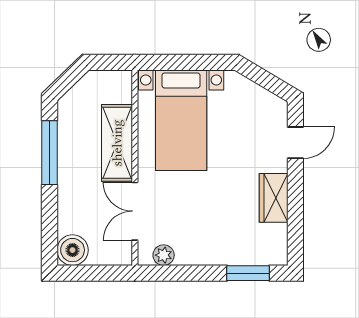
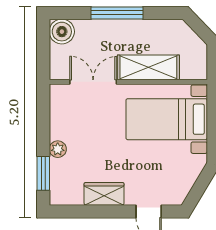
window: (50, 153) -> (117, 13), moved
plant: (164, 255) -> (58, 149), moved

